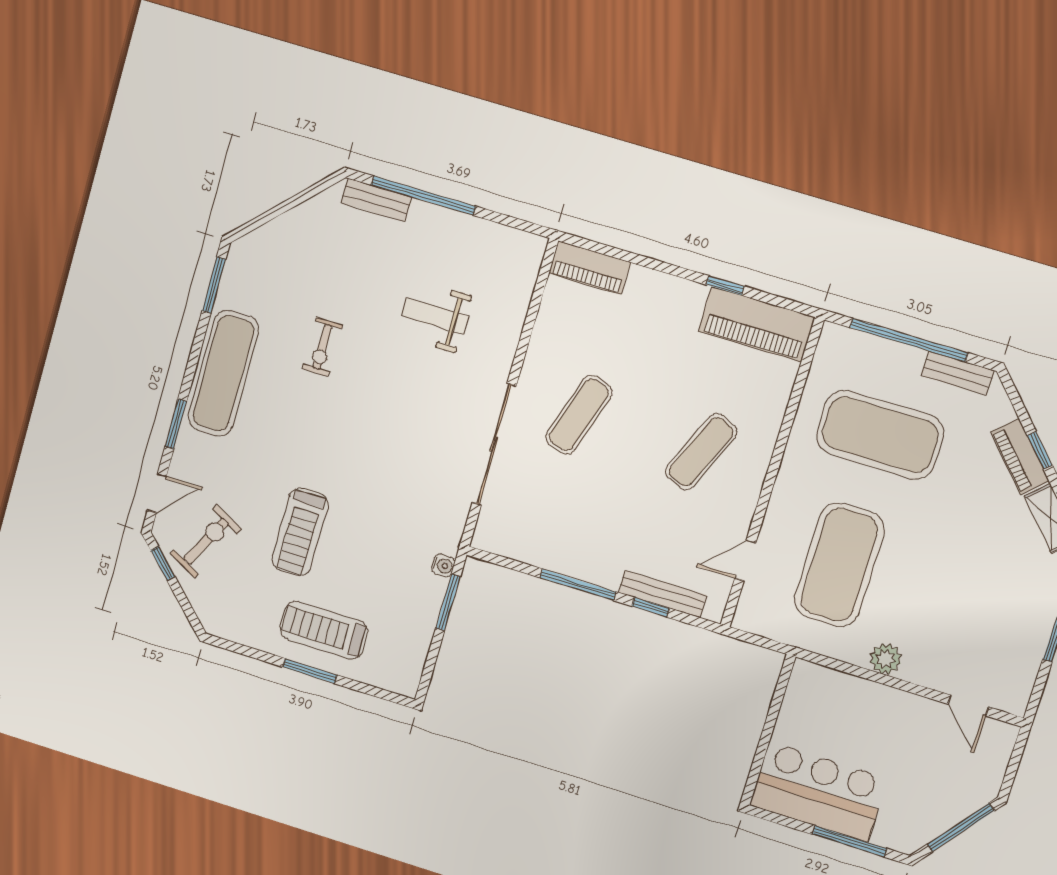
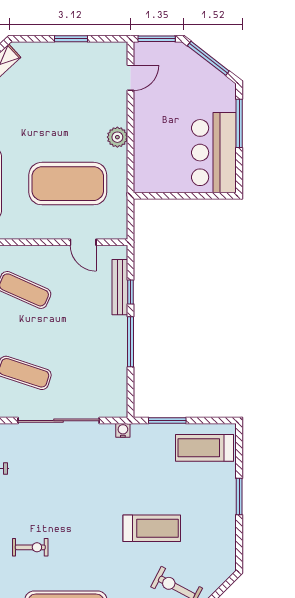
water cooler: (443, 566) -> (123, 430), moved
treadmill: (324, 630) -> (205, 448), moved, turned 90
window: (1015, 762) -> (157, 39), added

